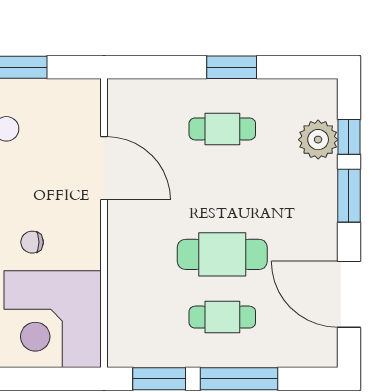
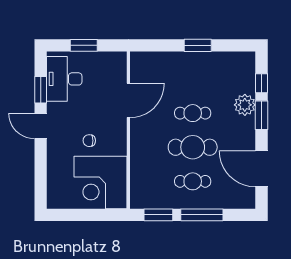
cafe table: (222, 129) -> (193, 113), moved
plant: (318, 140) -> (245, 105), moved
door: (104, 168) -> (128, 100), hinge flipped

